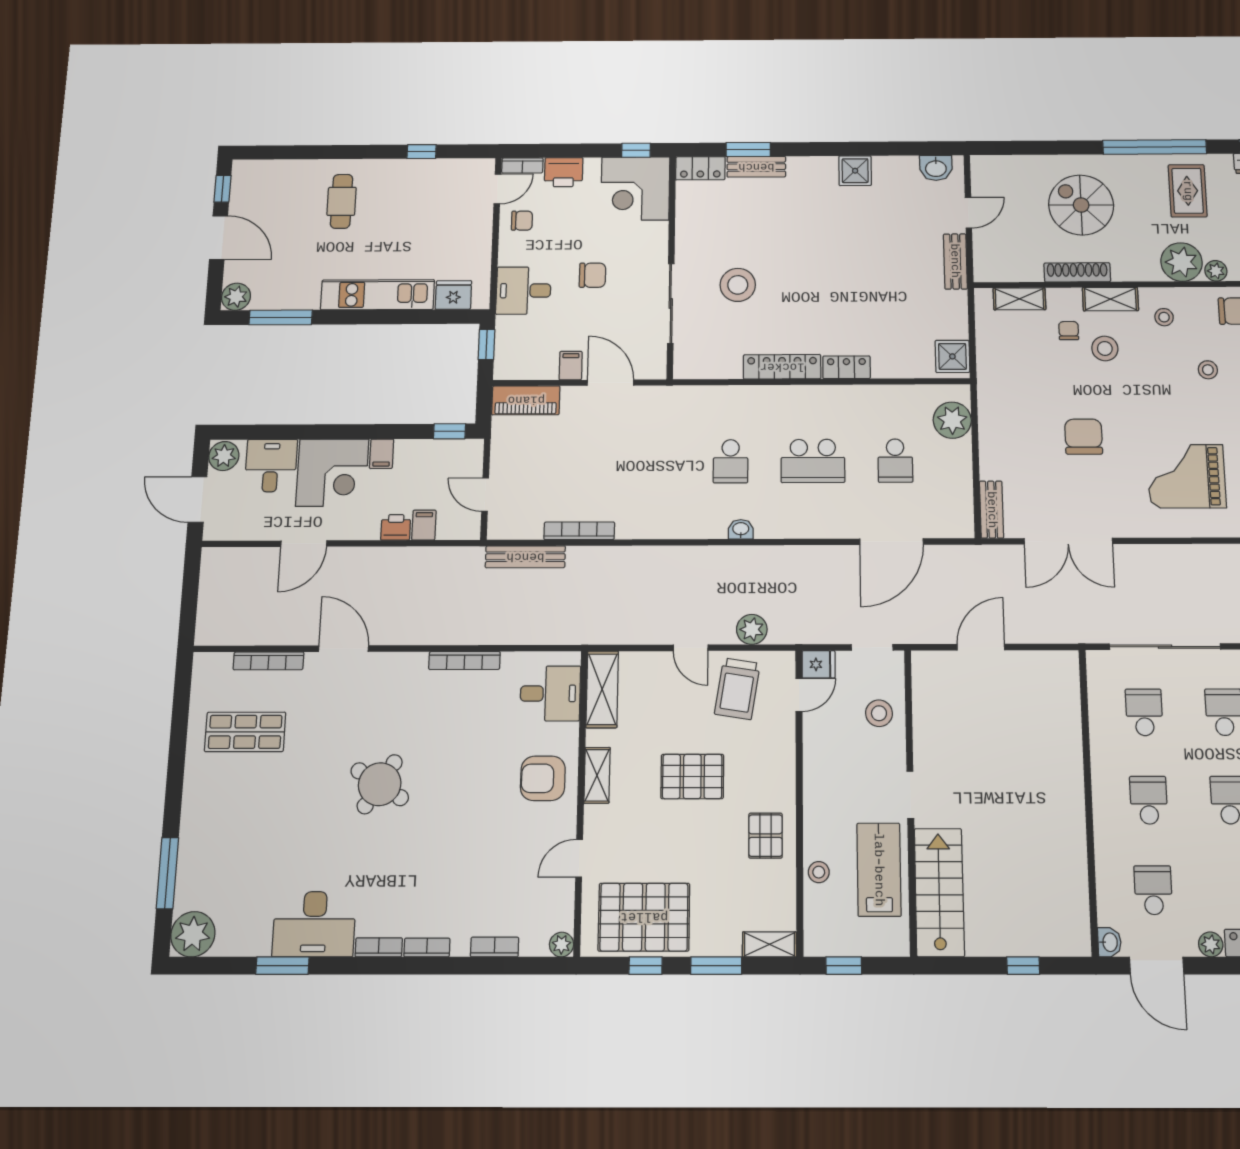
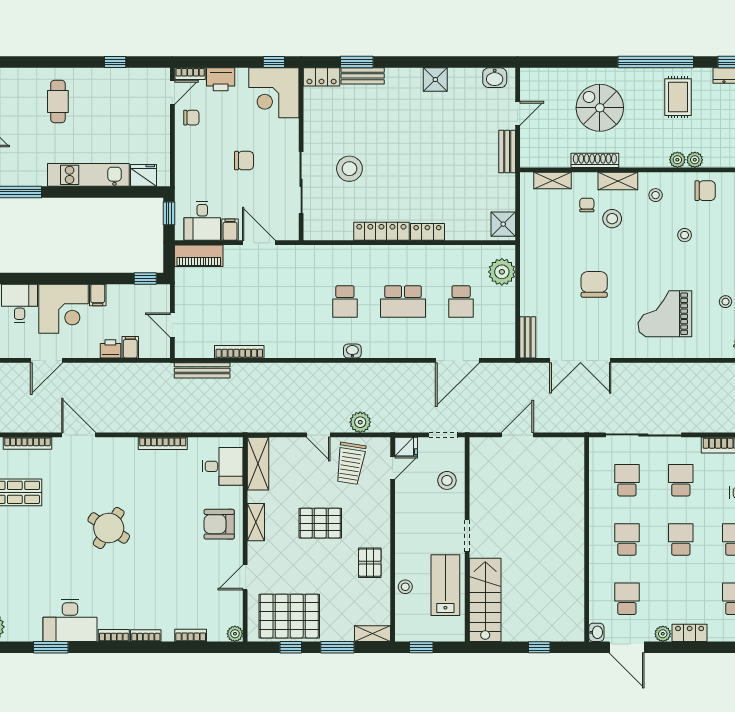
plant: (1181, 262) -> (677, 160), width x0.53, depth x0.53
desk: (523, 291) -> (202, 221), moved, turned -90

